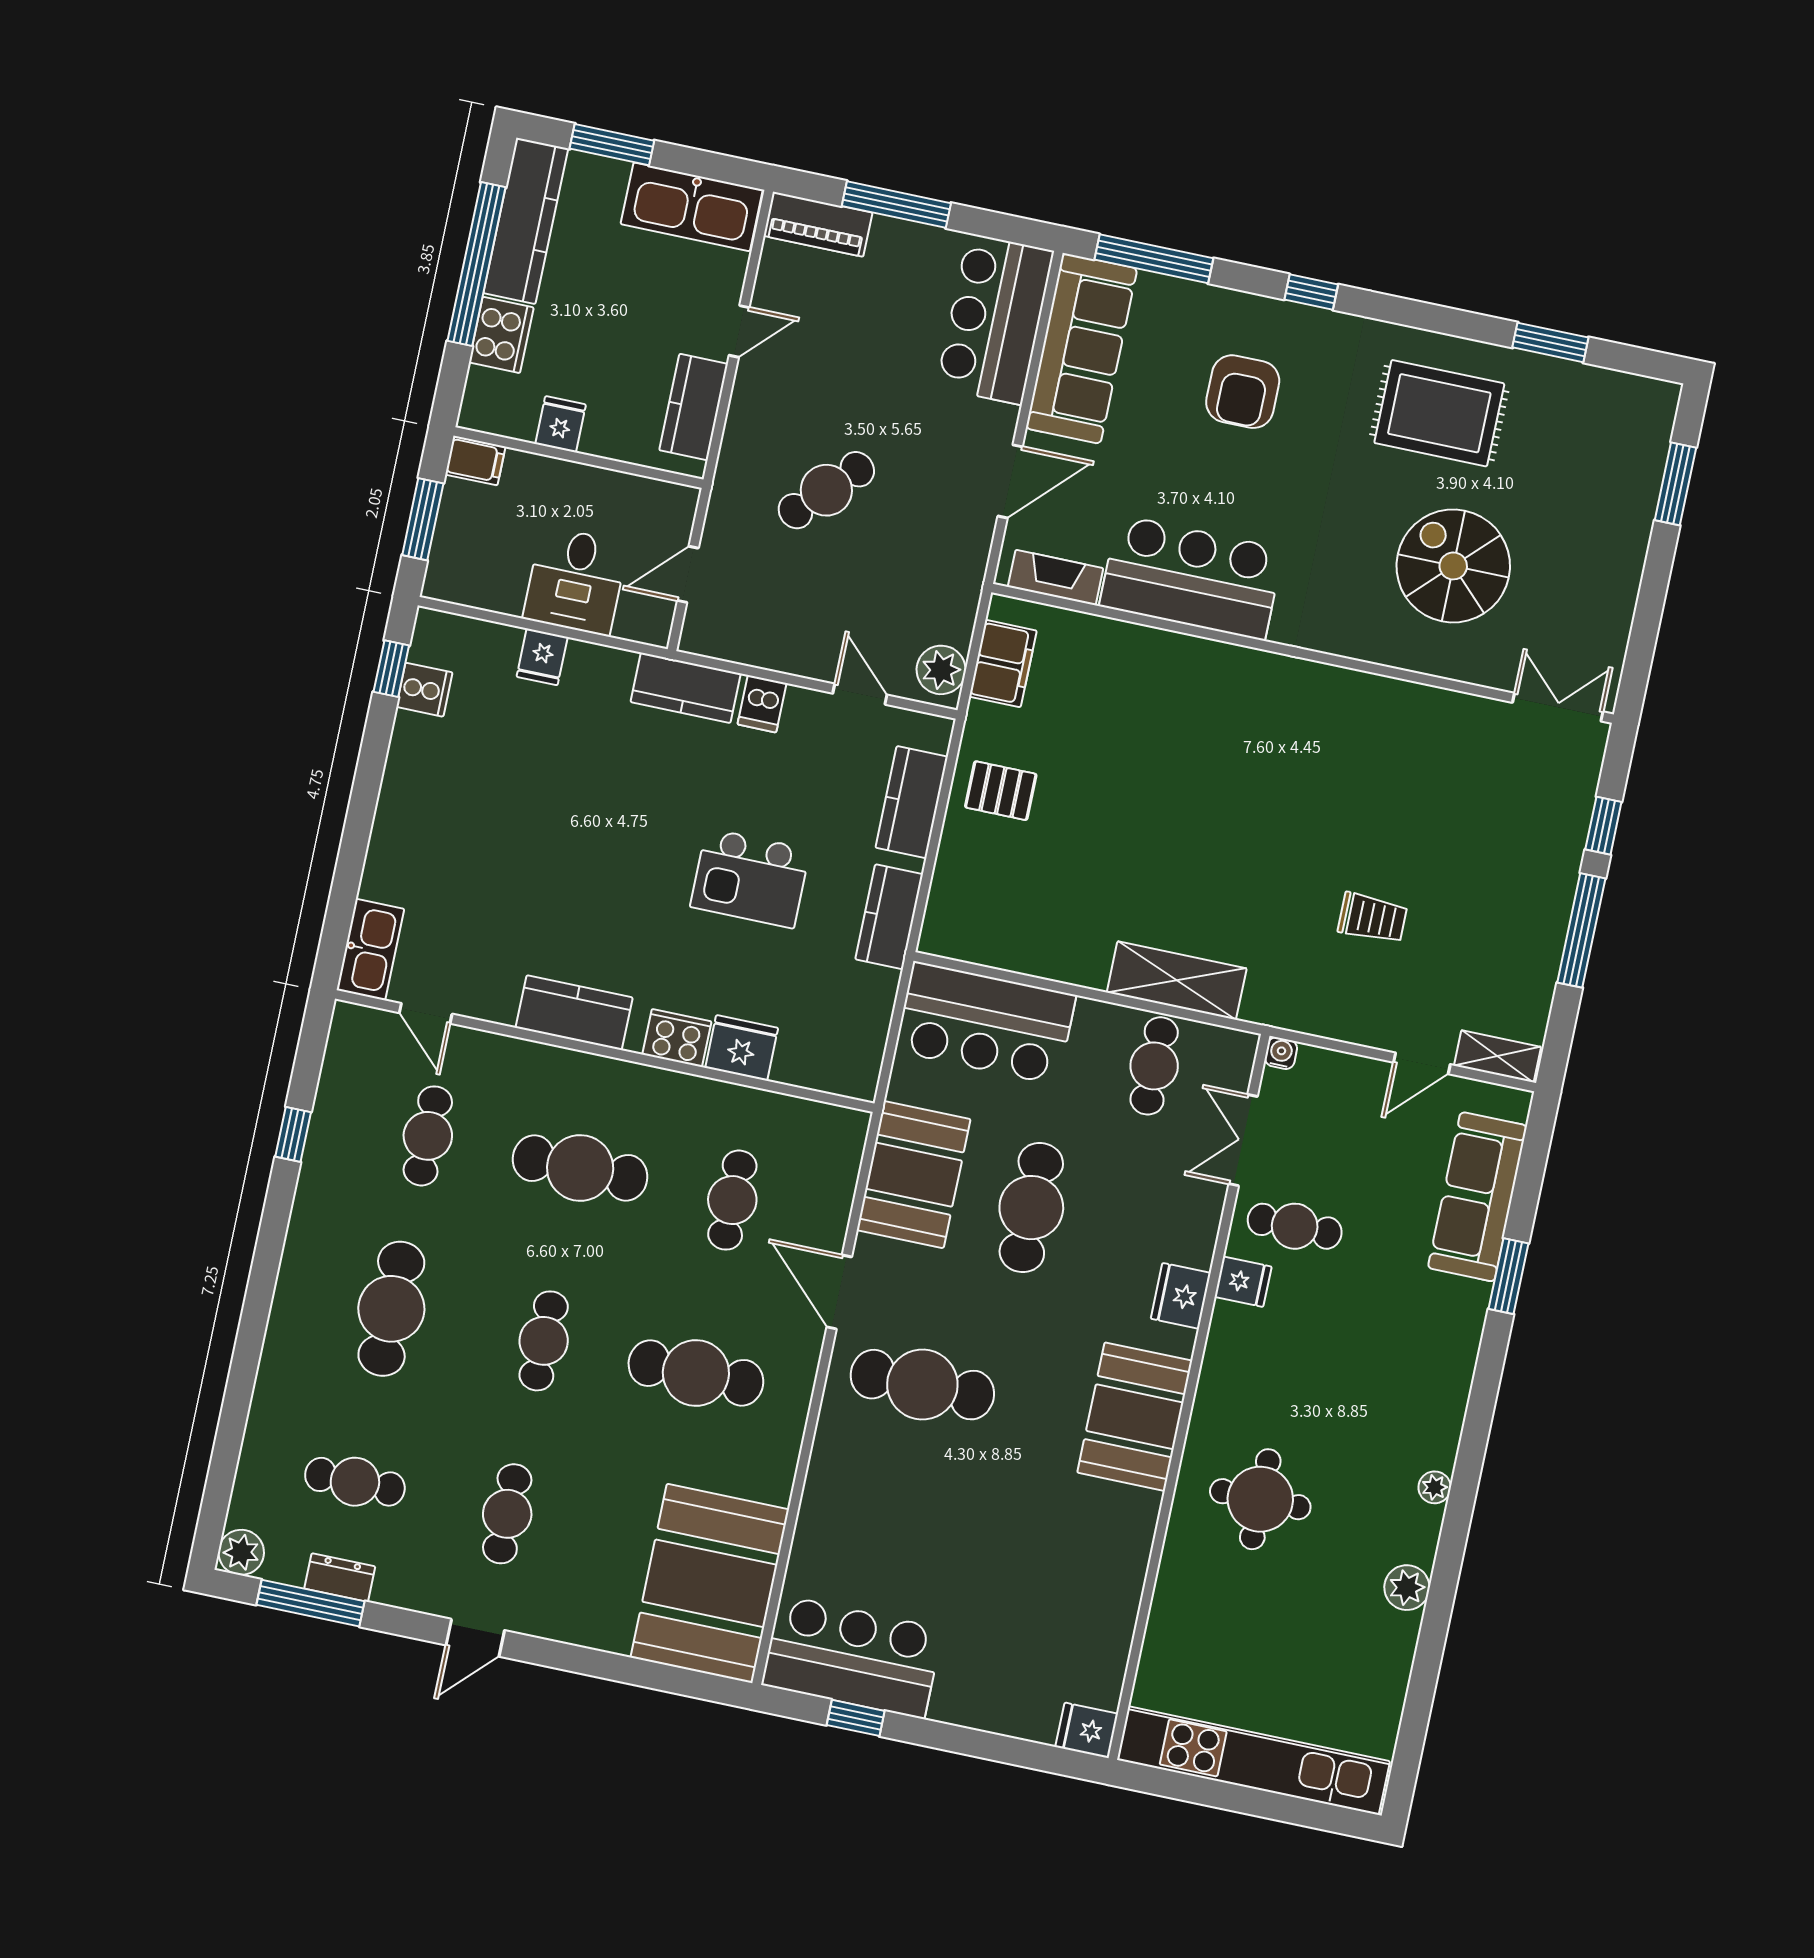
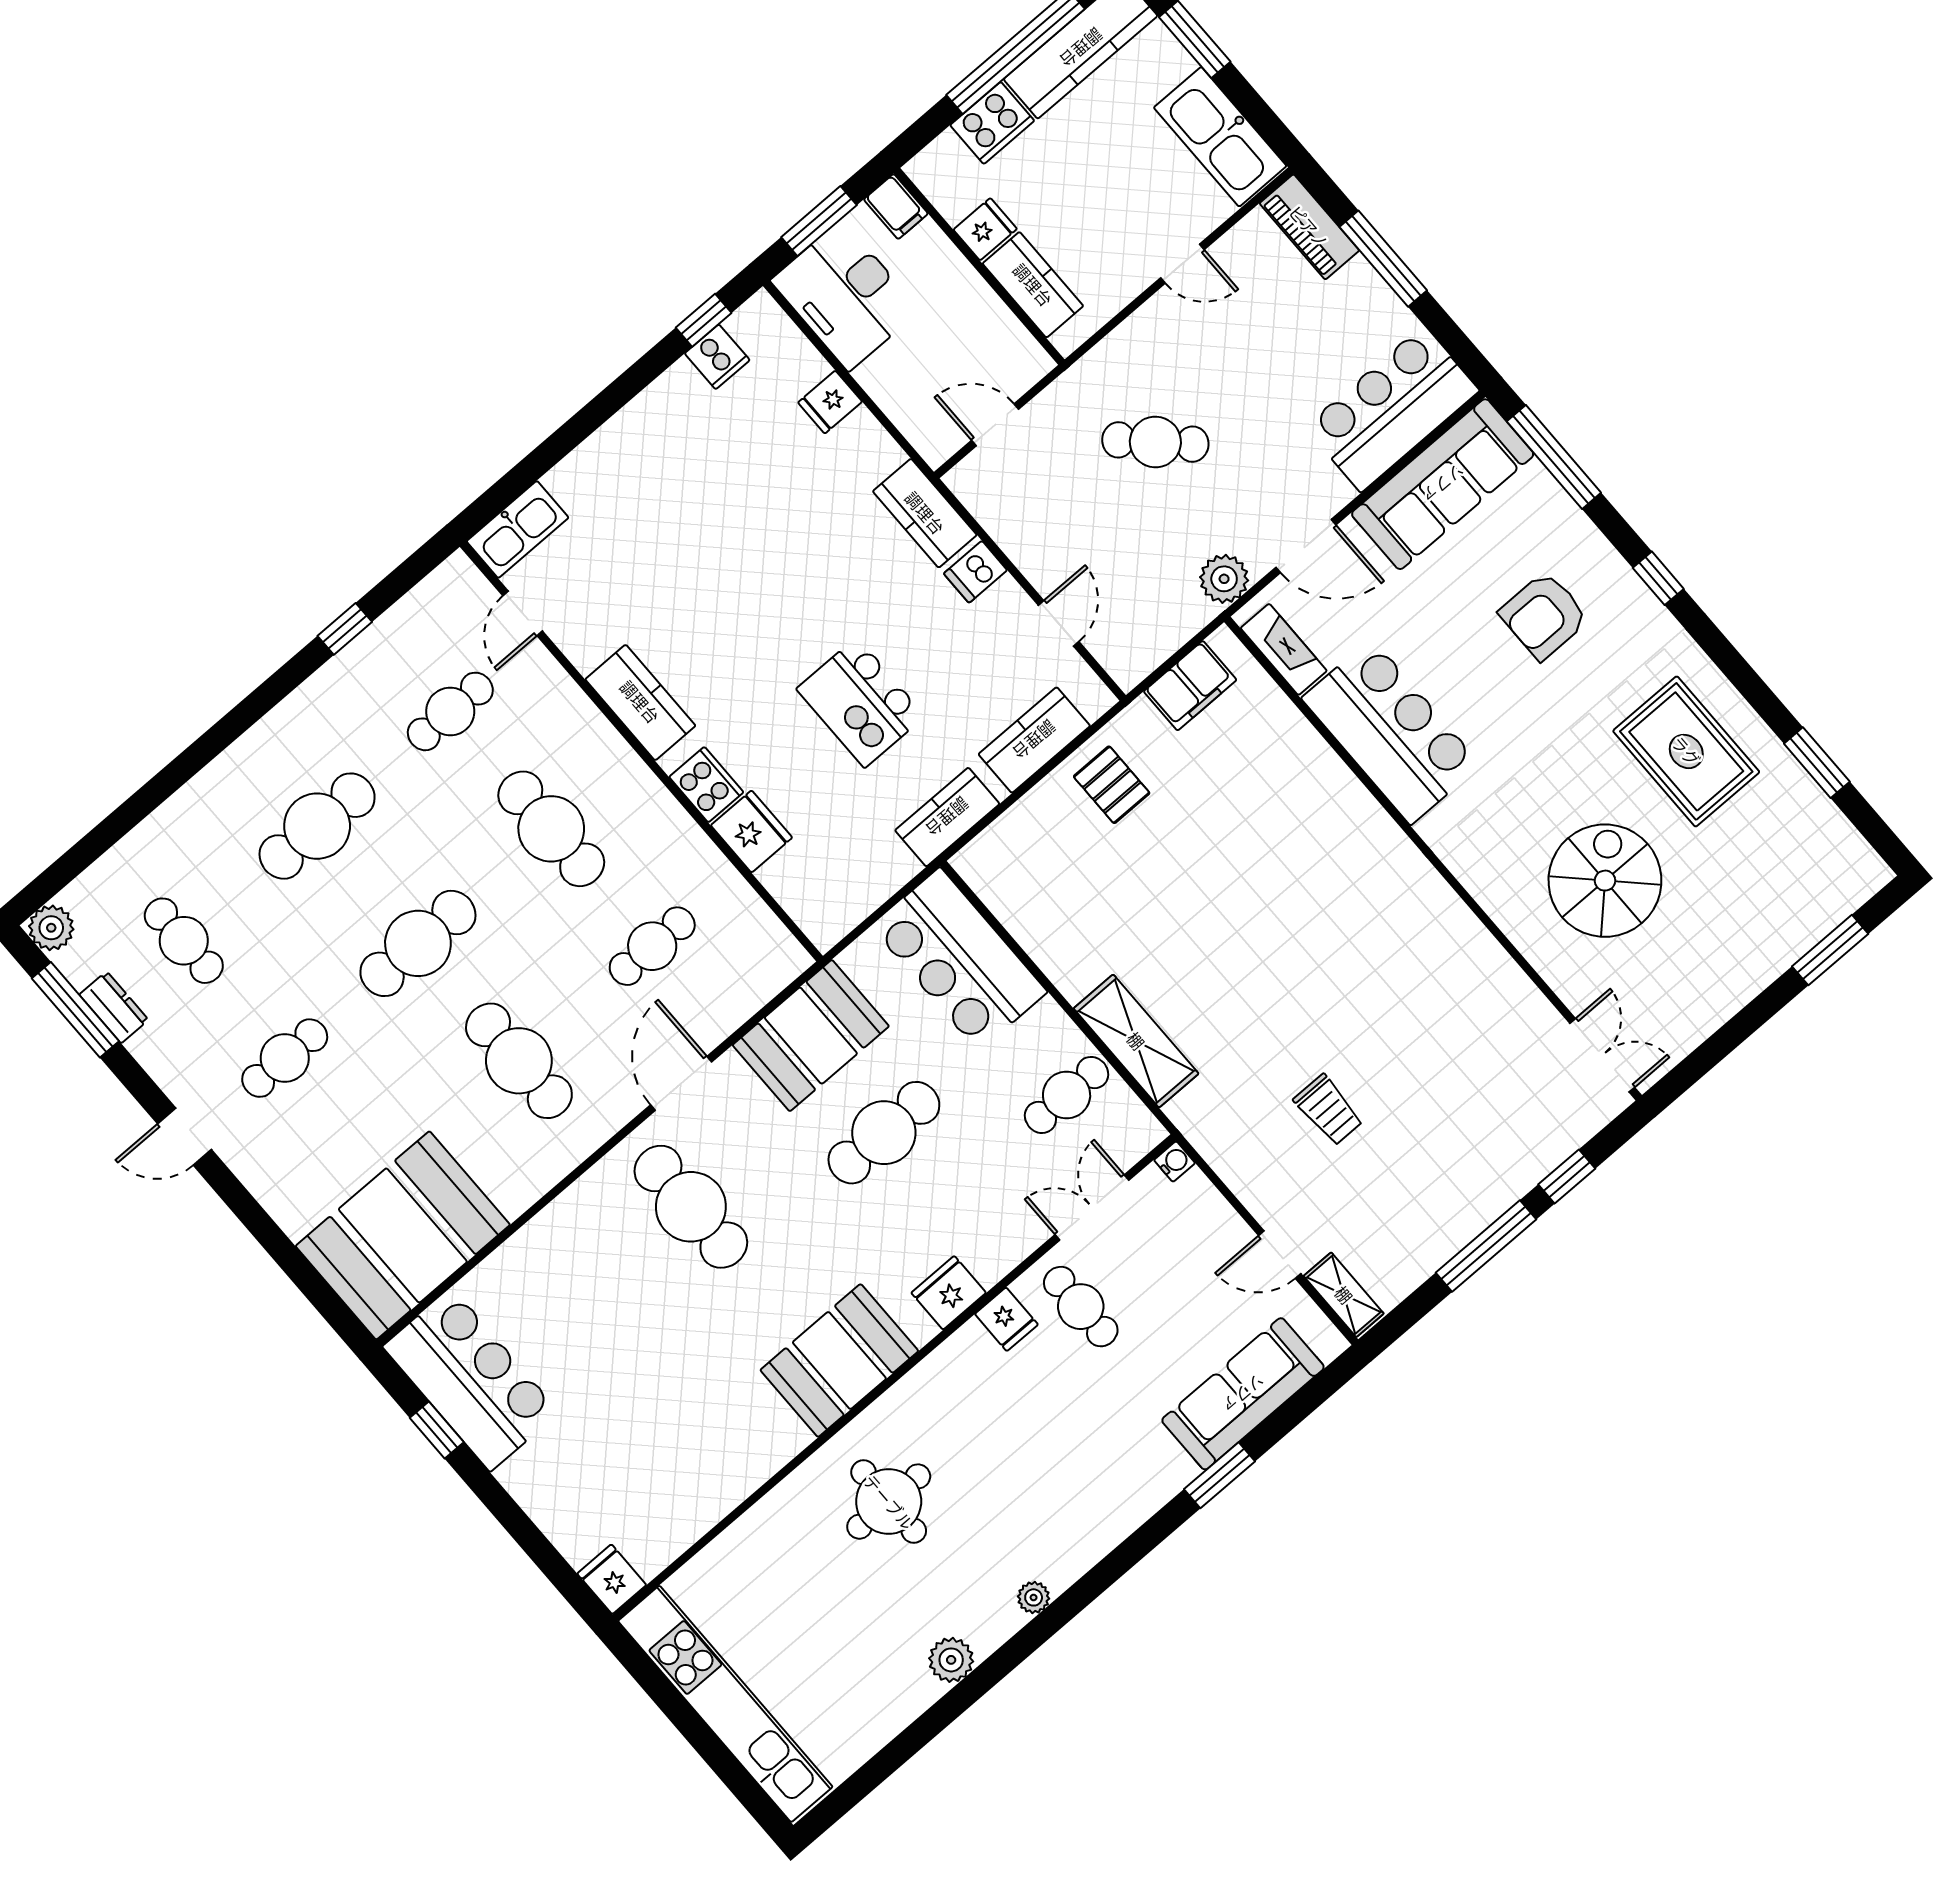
kitchen counter: (694, 407) -> (1033, 285), moved, turned 90
desk: (575, 581) -> (845, 295), moved, width x1.37
plant: (941, 670) -> (1224, 579), moved
cafe table: (544, 1341) -> (418, 943), width x1.37, depth x1.35

